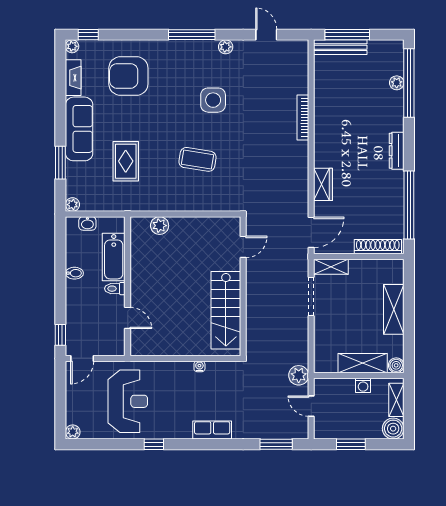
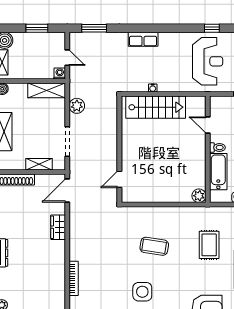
plant: (160, 226) -> (199, 196), moved
shelving: (331, 267) -> (39, 164), moved
stairs: (226, 310) -> (156, 107), moved, turned 90
shelving: (363, 363) -> (47, 90), moved
plant: (299, 375) -> (77, 106), moved
washing machine: (363, 385) -> (60, 73), moved
reception desk: (128, 401) -> (208, 61), turned 180
window: (154, 444) -> (212, 28), moved

